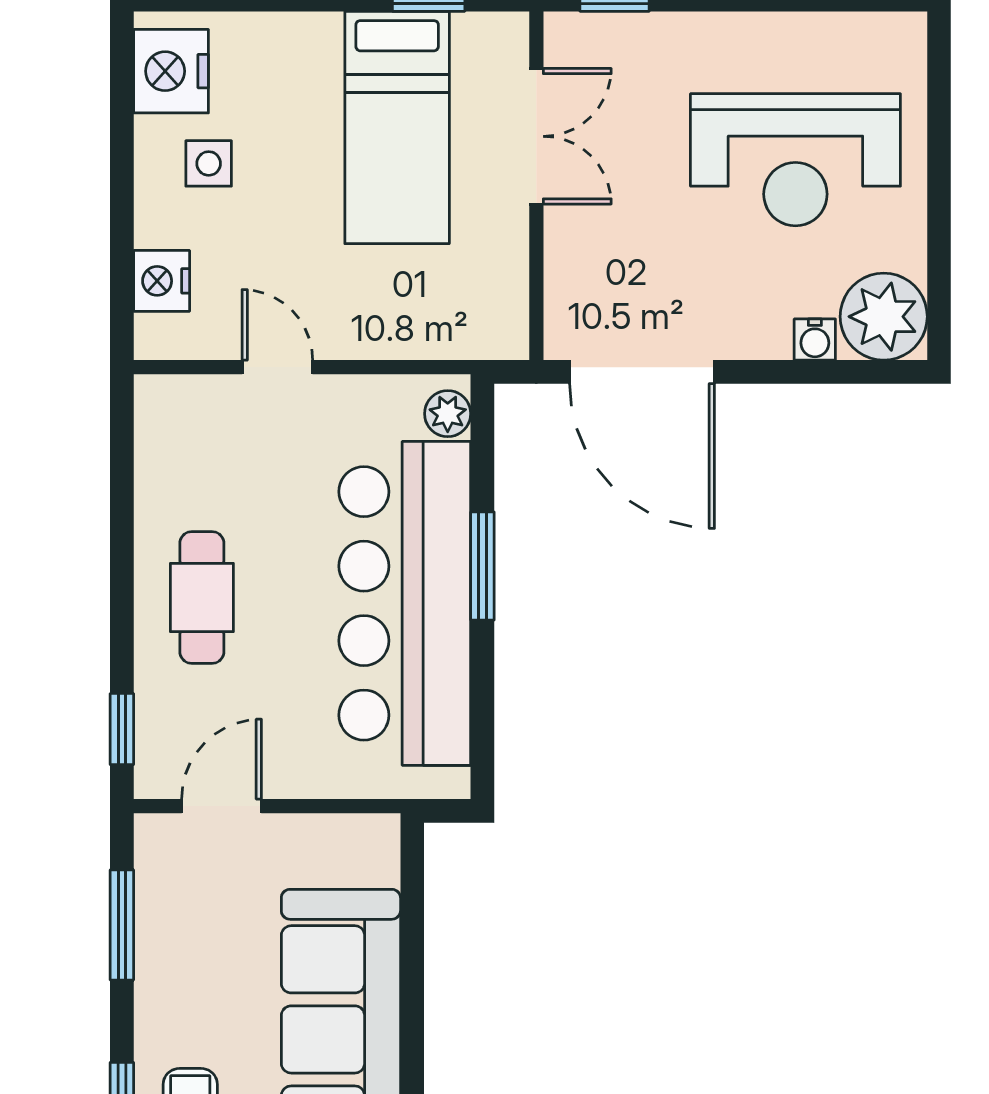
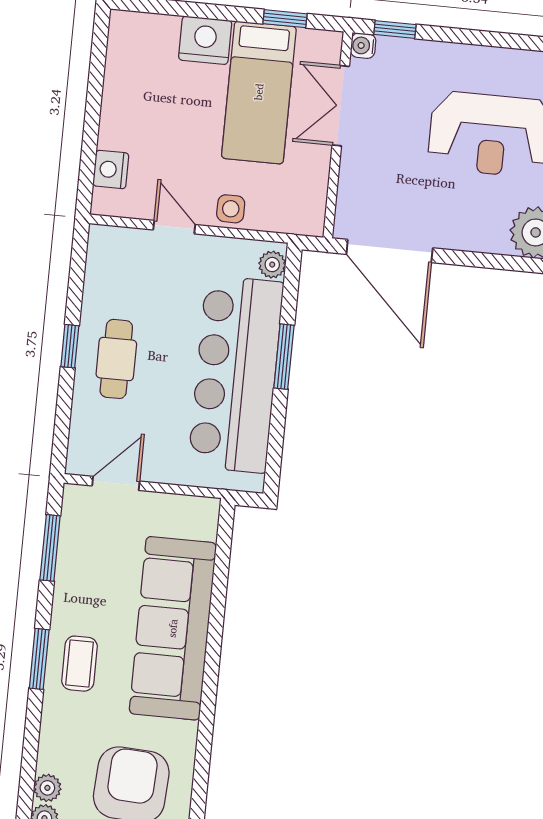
nightstand: (171, 71) -> (205, 40), moved, turned 90
double door: (536, 136) -> (341, 106), swing flipped
side table: (209, 163) -> (231, 209), moved
water cooler: (815, 340) -> (363, 46), moved, turned 90
window: (122, 729) -> (70, 346), moved

